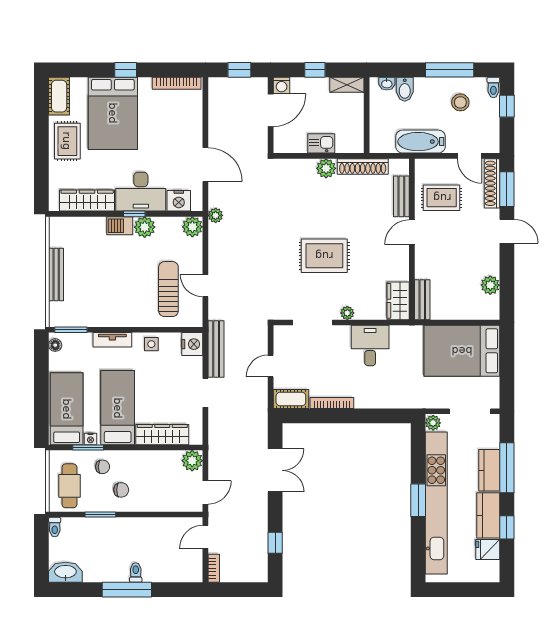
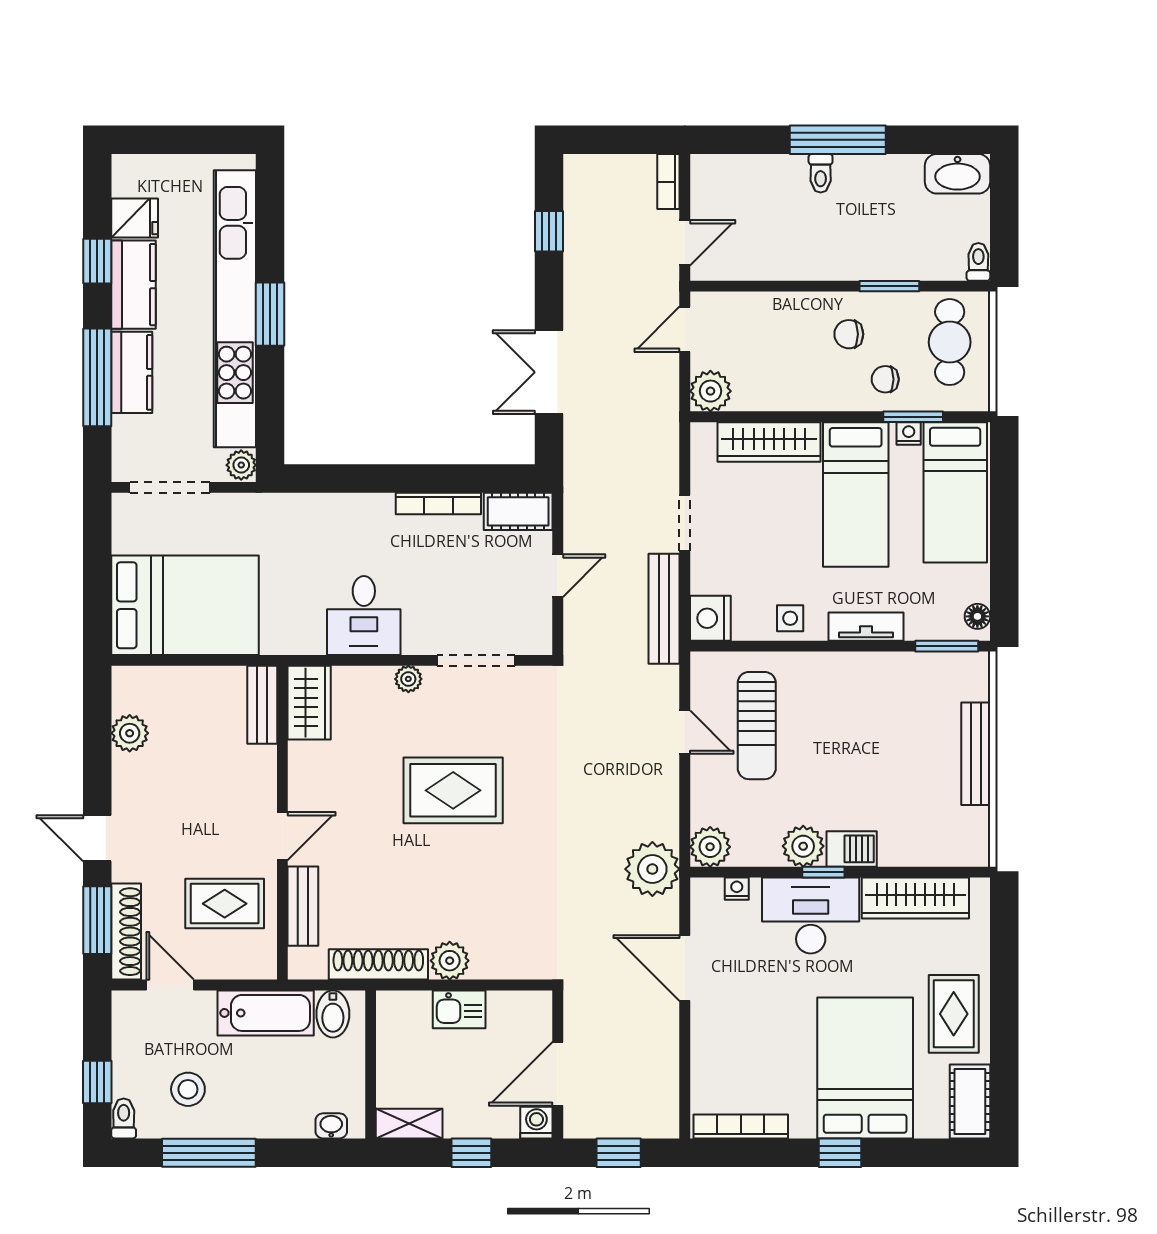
bidet: (405, 89) -> (333, 1014), moved, turned 180
nightstand: (179, 201) -> (737, 889), width x0.53, depth x0.56
plant: (216, 215) -> (652, 869), width x1.88, depth x1.88

